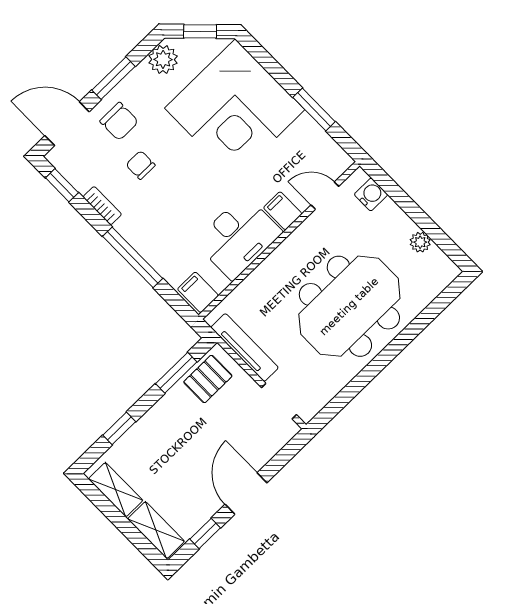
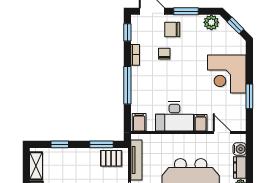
corner desk: (235, 109) -> (227, 74), width x0.74, depth x0.74
chair: (119, 121) -> (172, 30), turned 90
dresser: (396, 219) -> (240, 167), added

